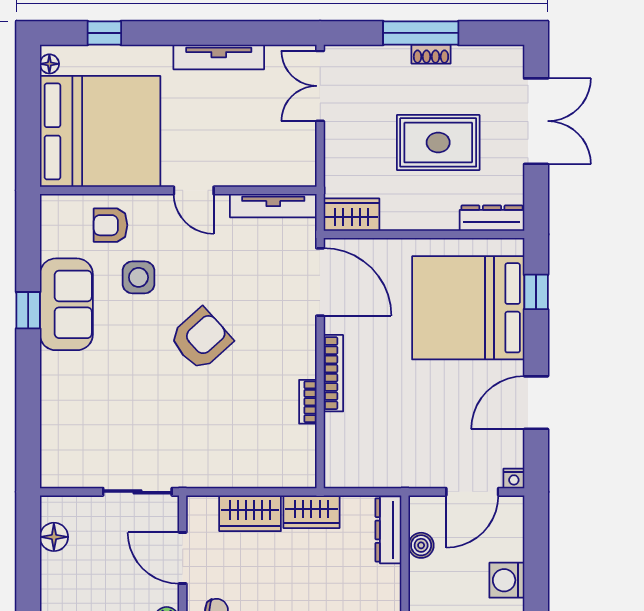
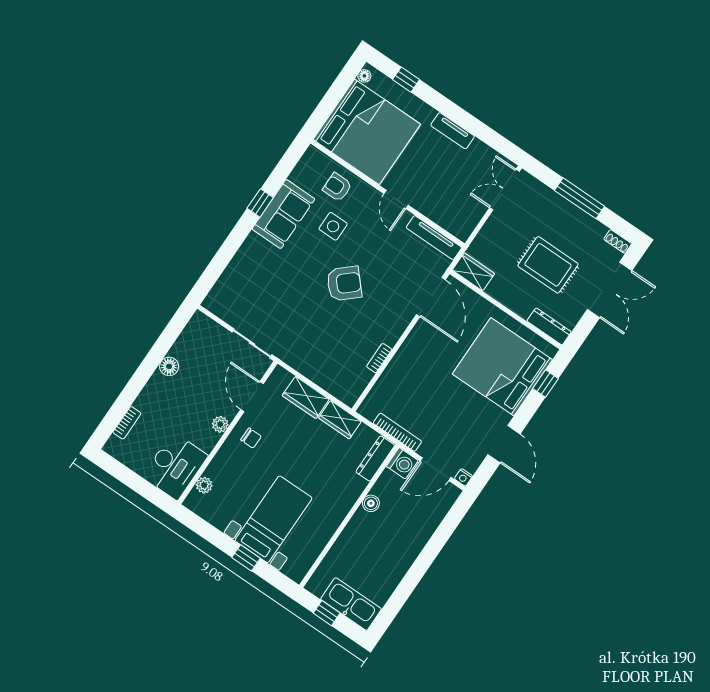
shoe rack: (431, 54) -> (618, 241), moved
tv unit: (219, 57) -> (453, 131), width x0.71
bookcase: (333, 373) -> (397, 432), moved, turned -90
door: (536, 403) -> (504, 444), swing flipped
floor lamp: (54, 537) -> (169, 366), moved
boiler: (421, 545) -> (371, 503), moved
washing machine: (507, 580) -> (402, 463), moved, turned 180

